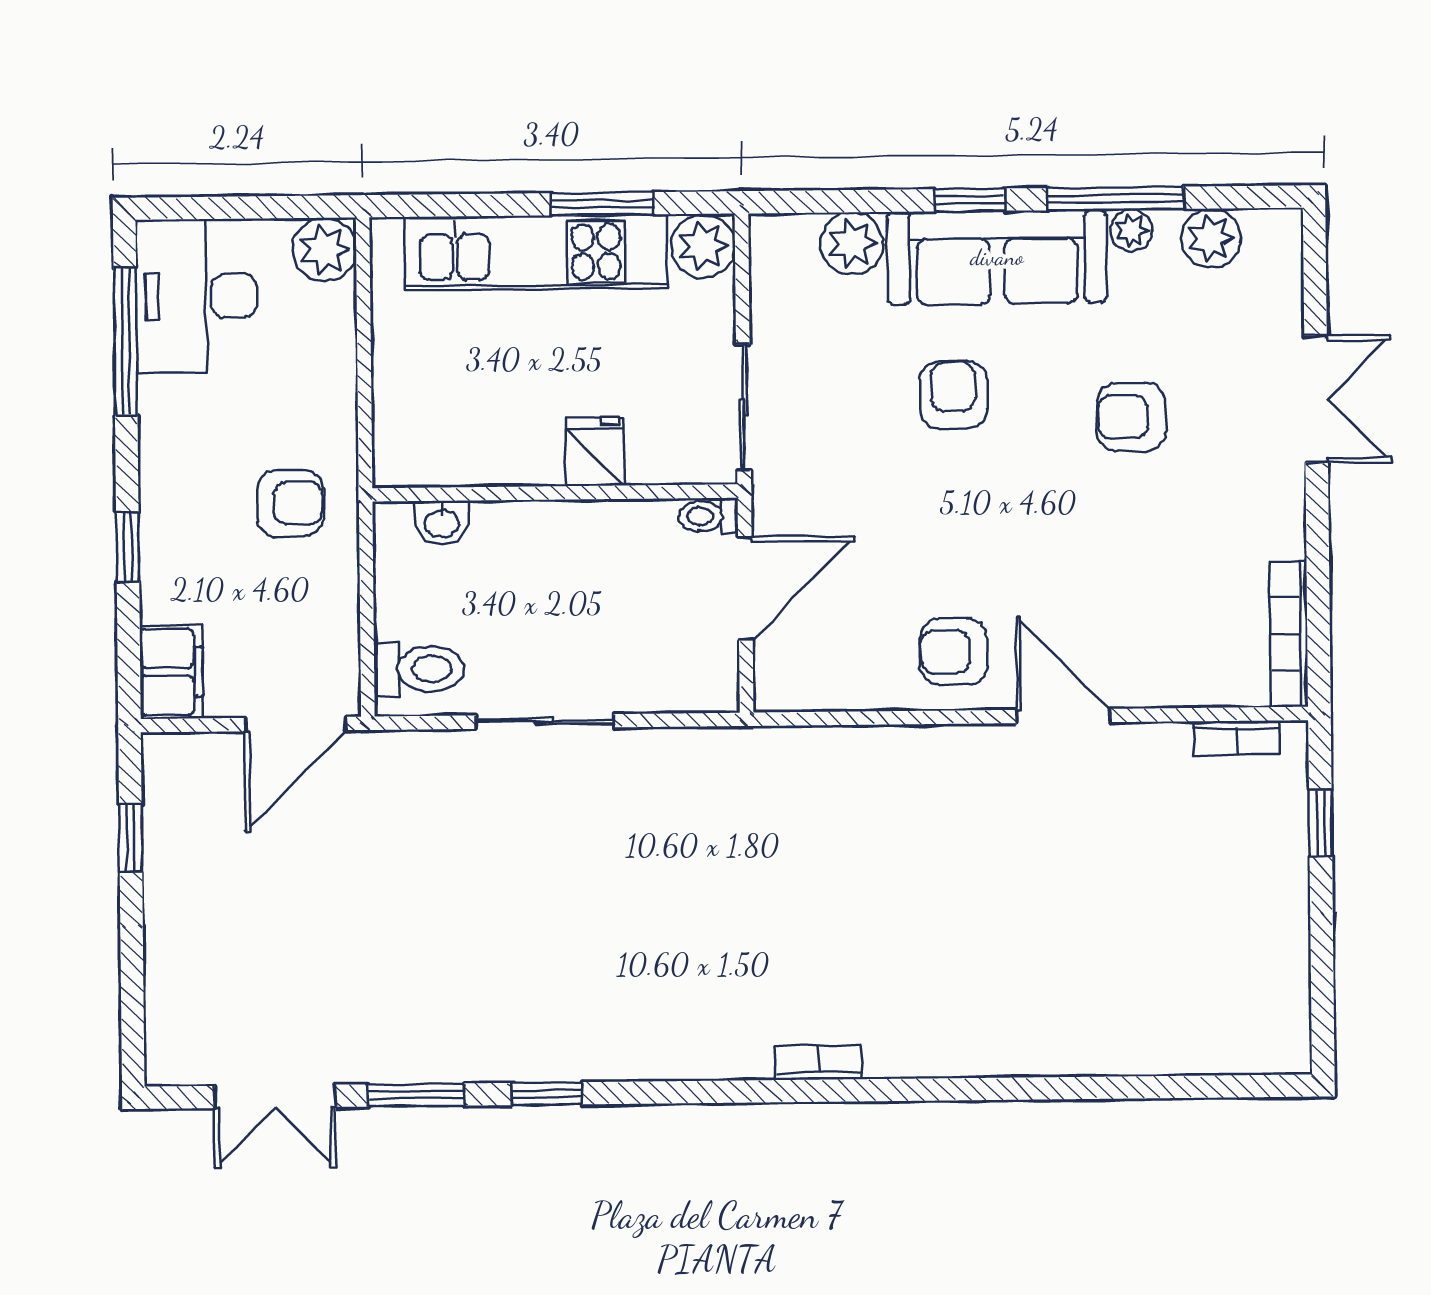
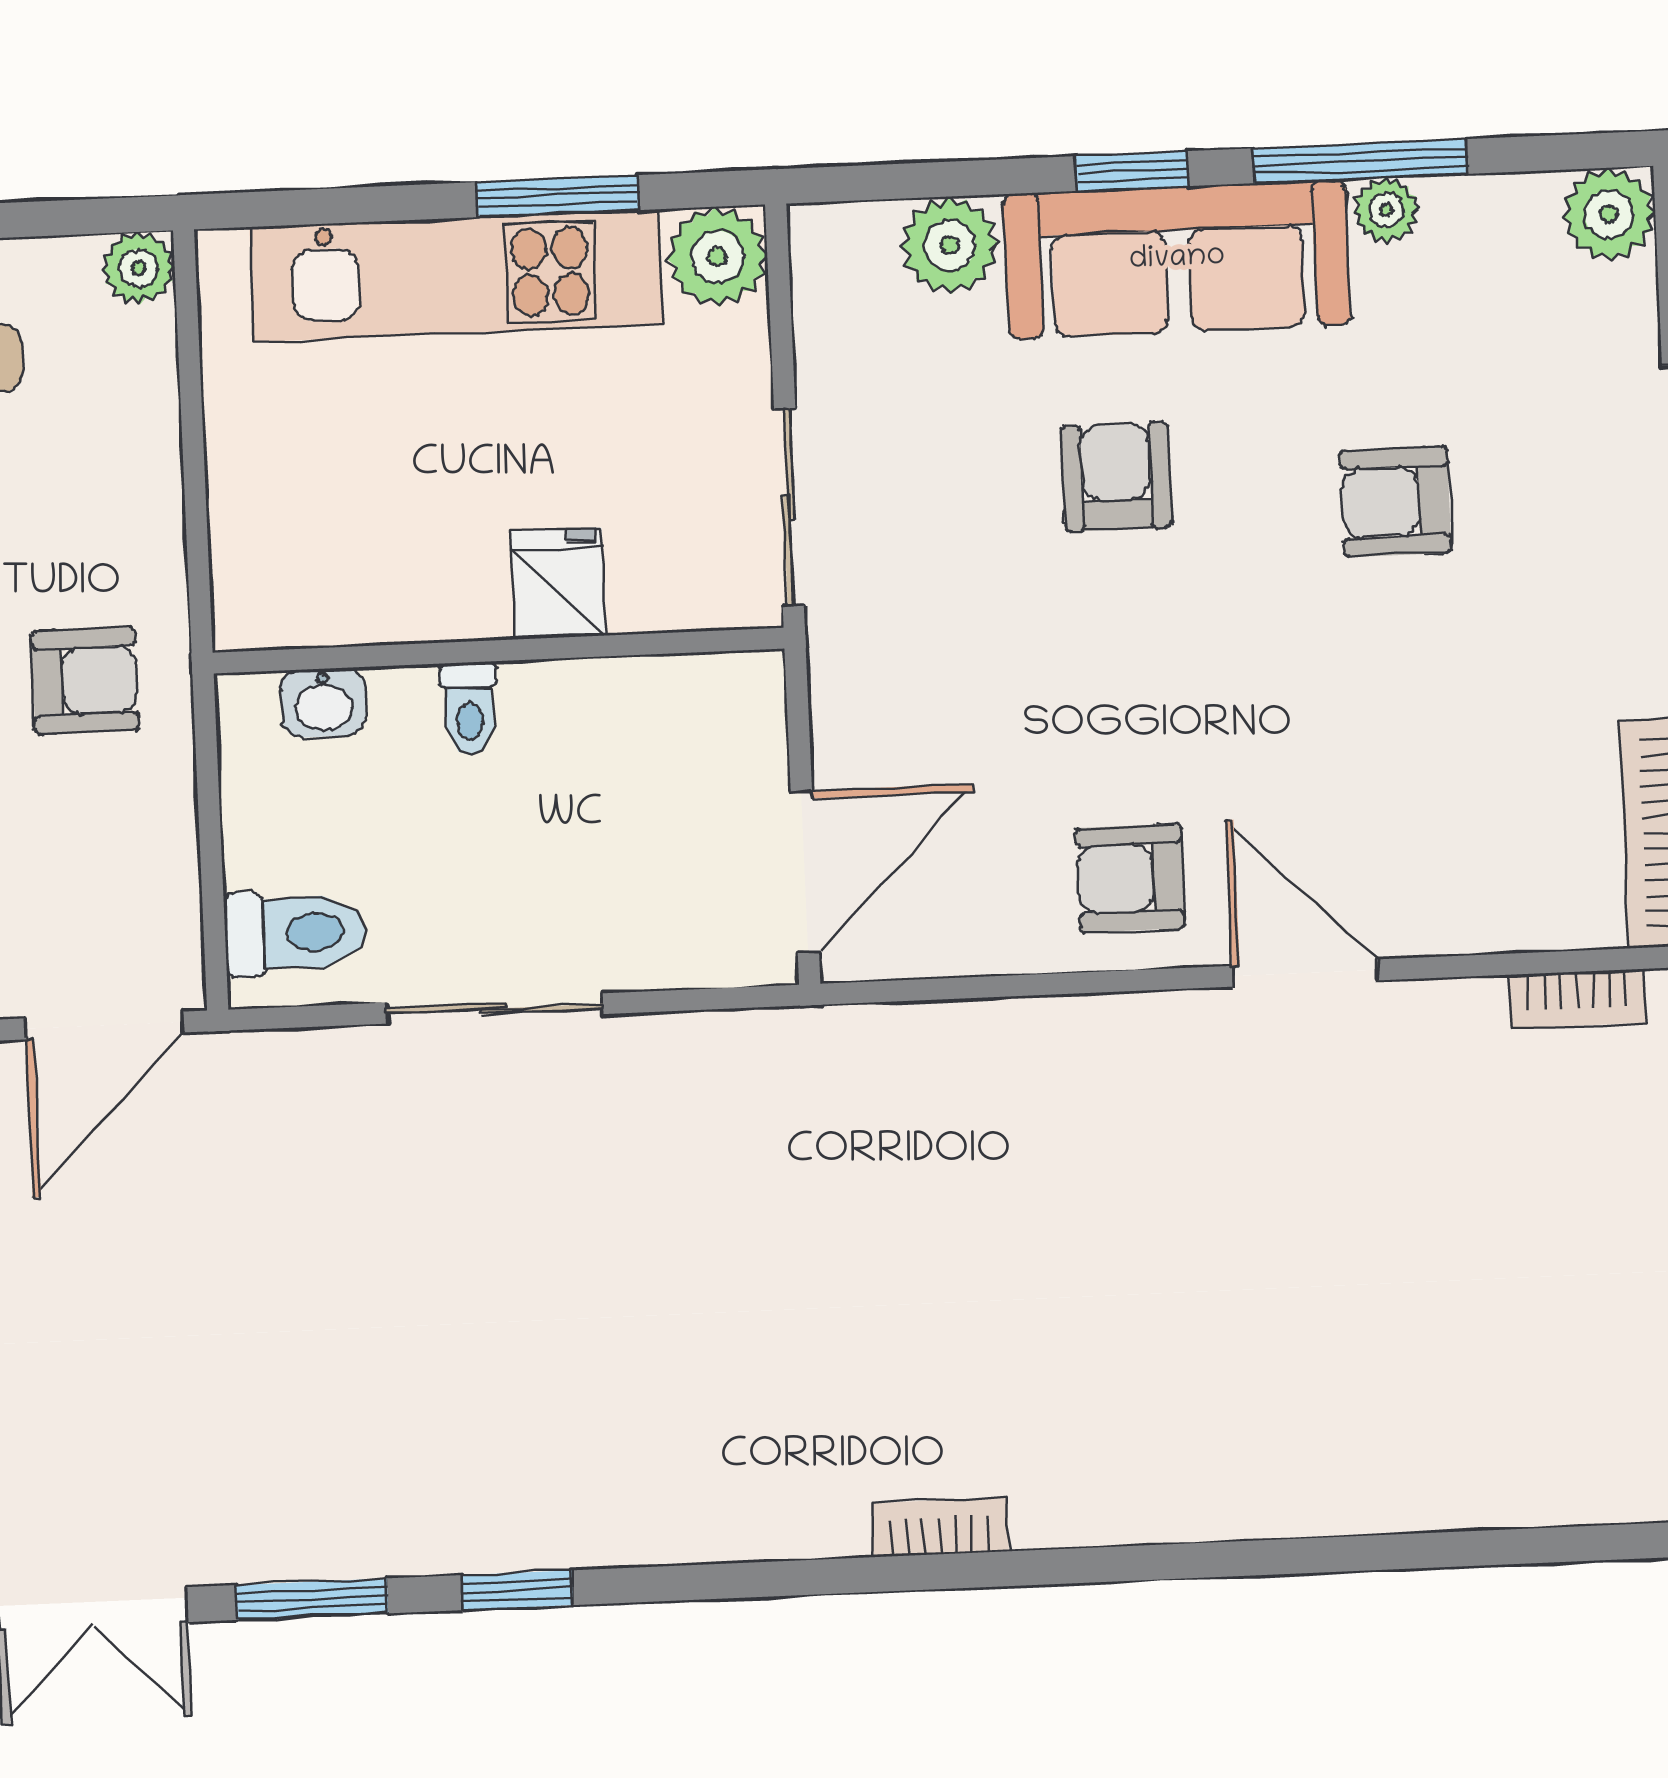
plant: (1211, 238) -> (1609, 214), moved
plant: (324, 250) -> (138, 268), width x0.73, depth x0.73
toilet: (708, 516) -> (469, 709), moved, turned -90
door: (745, 589) -> (805, 872), moved

